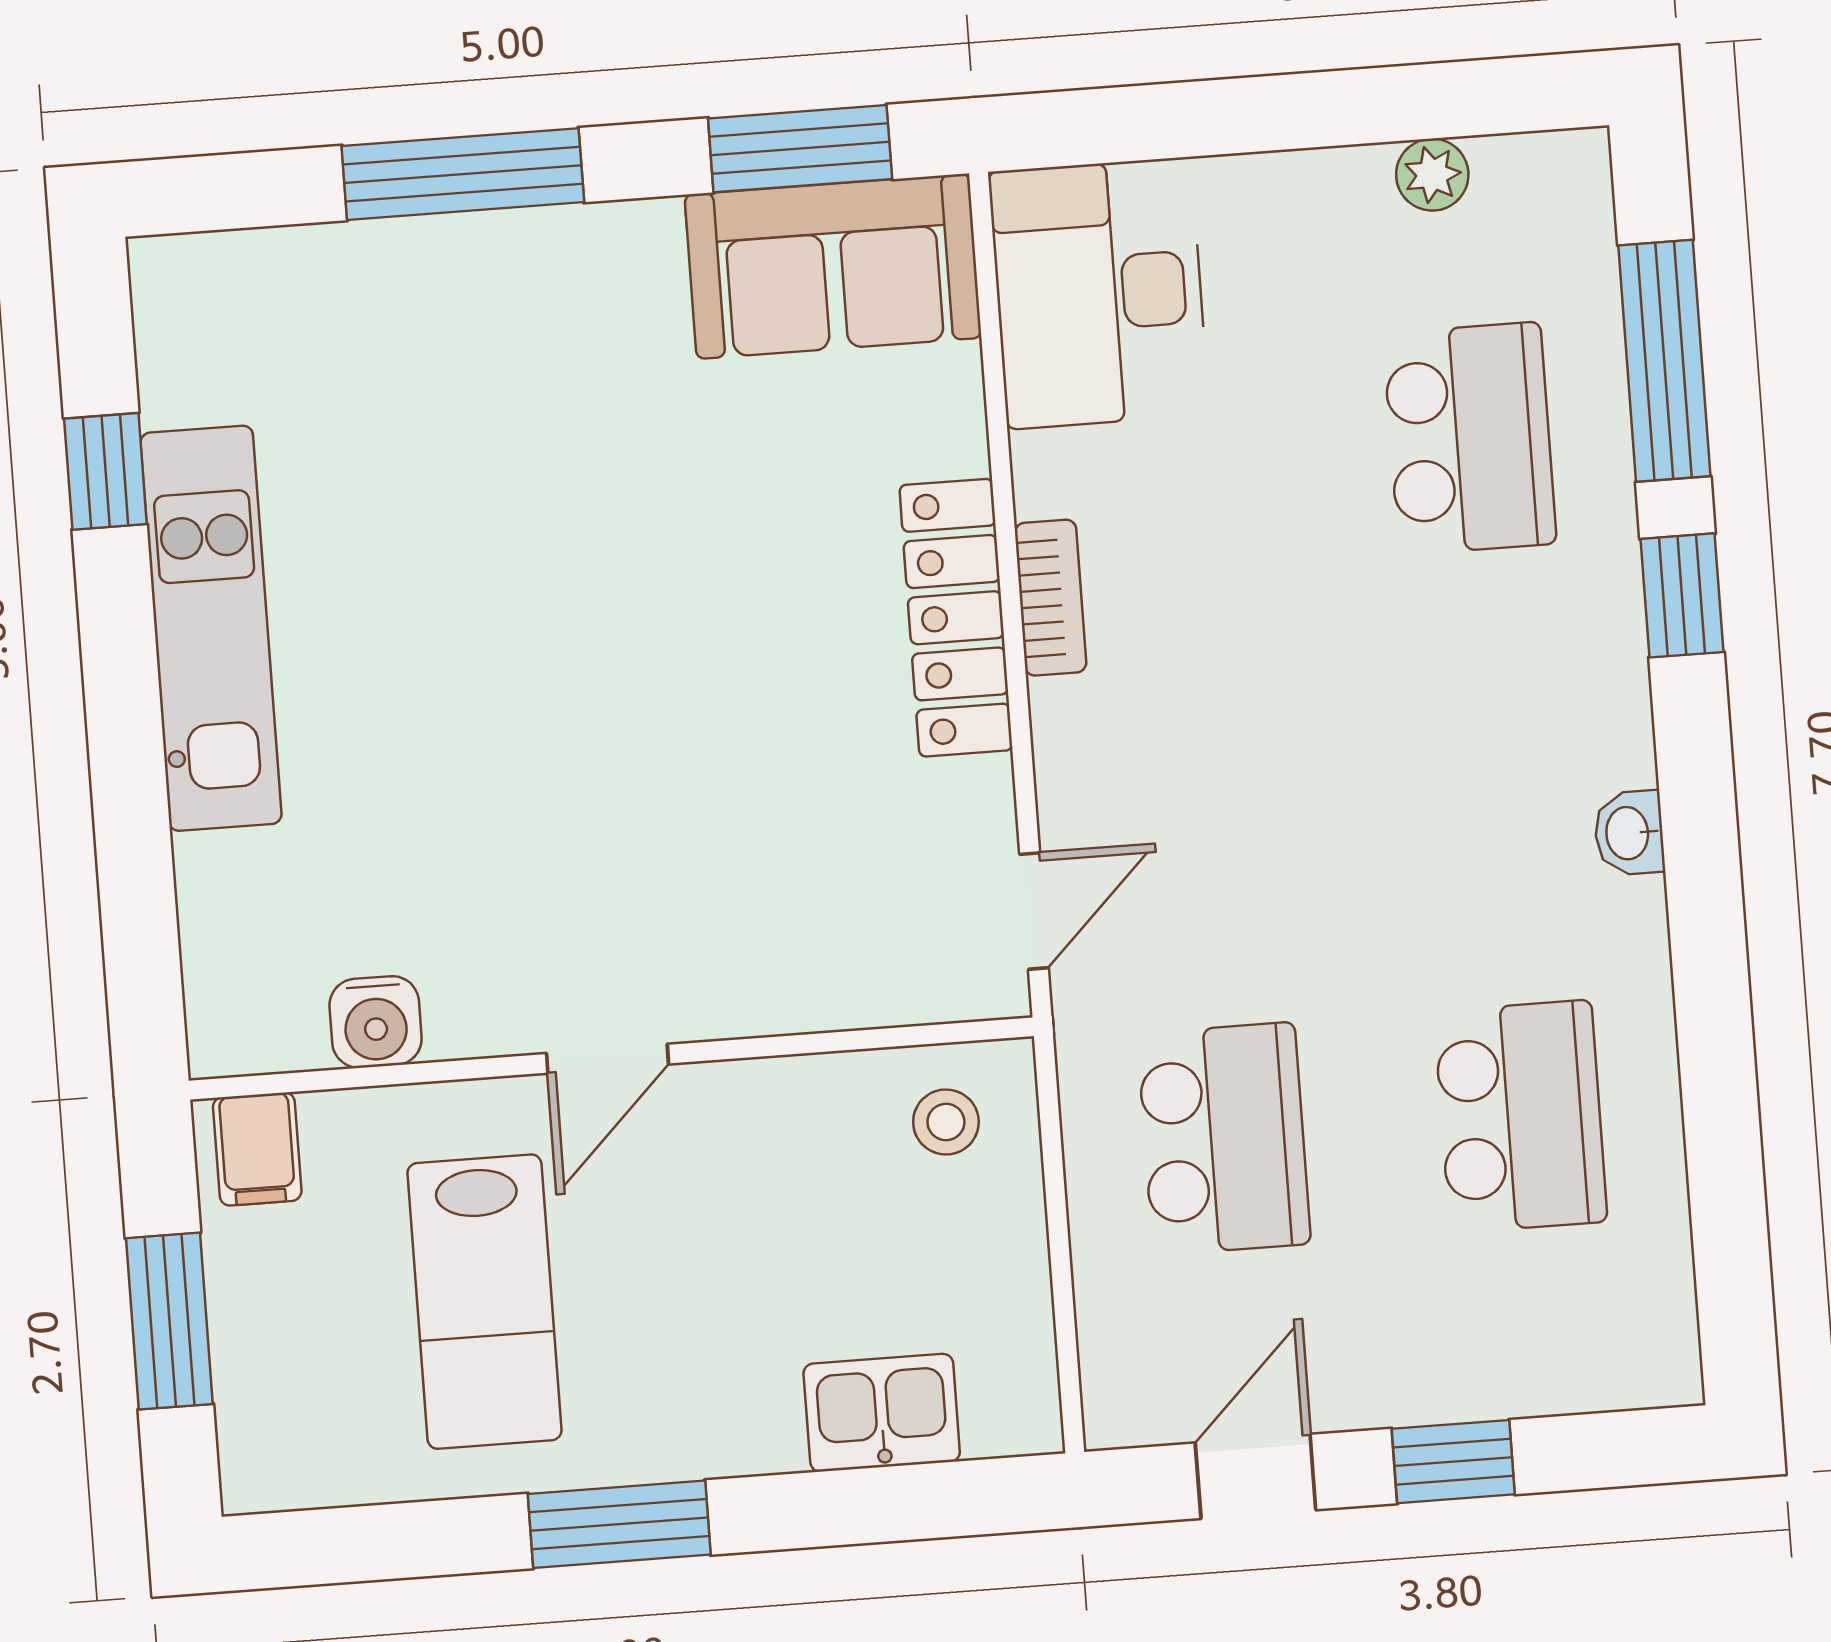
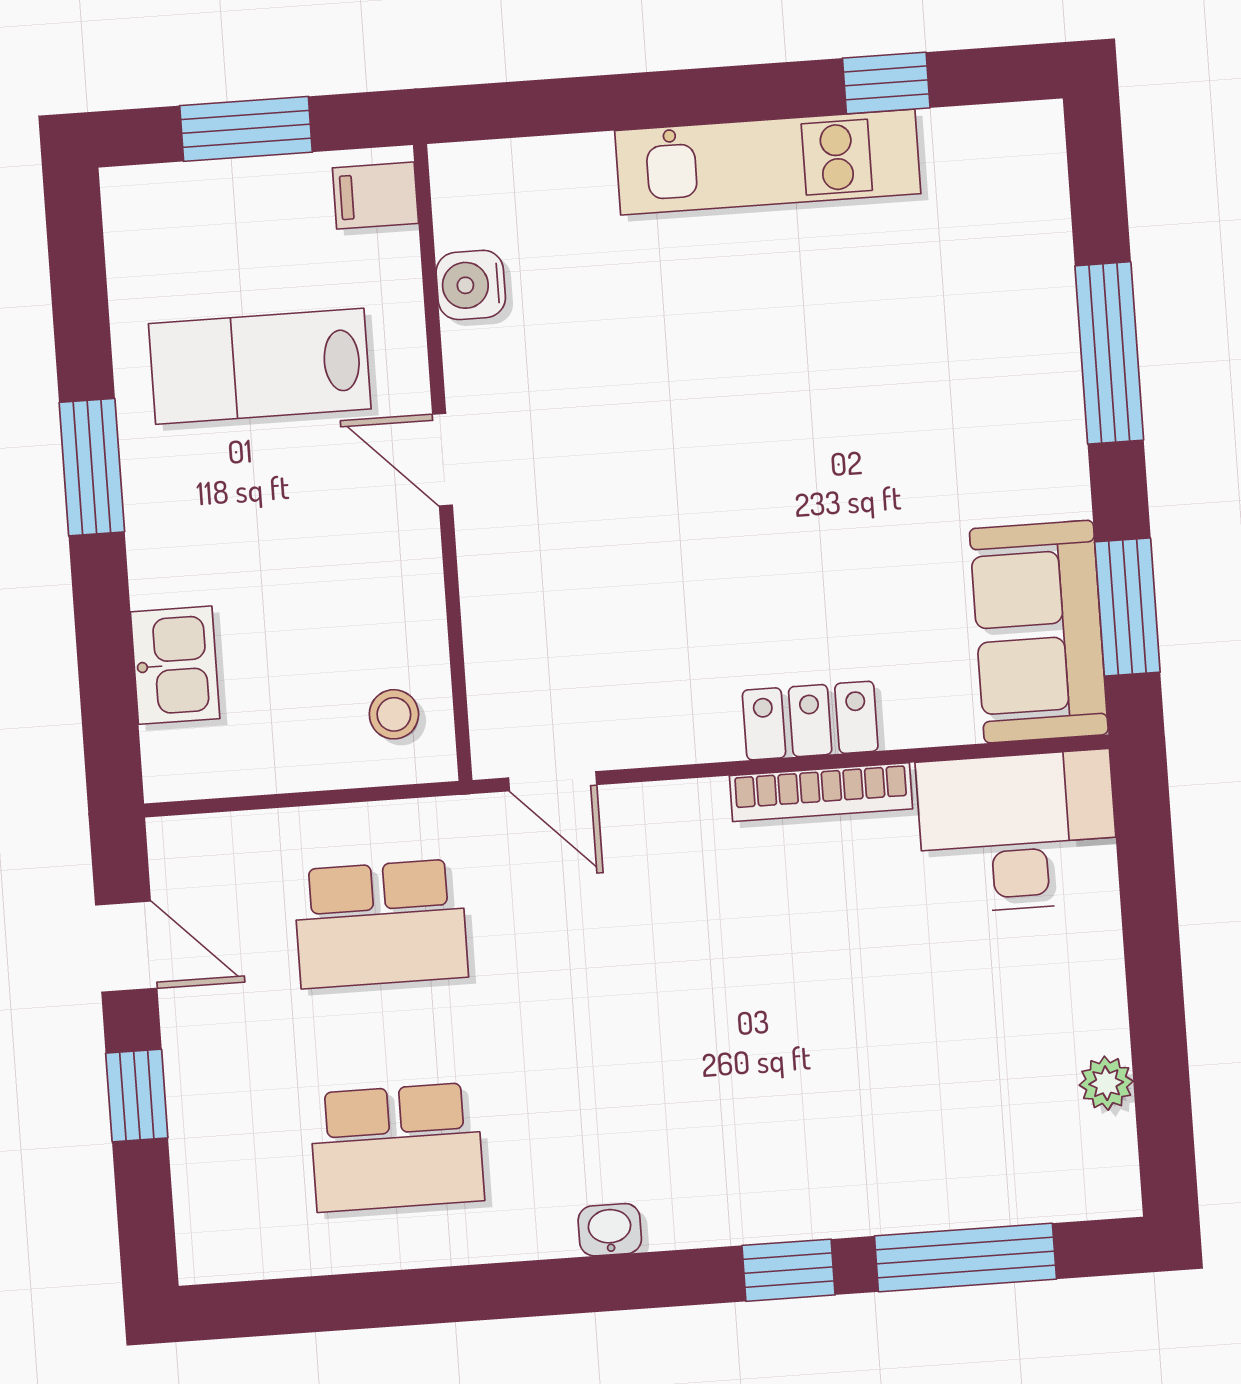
school desk: (1470, 438) -> (907, 1111), removed
bookcase: (1051, 598) -> (821, 792), width x1.56
locker: (956, 618) -> (810, 721), width x0.66

